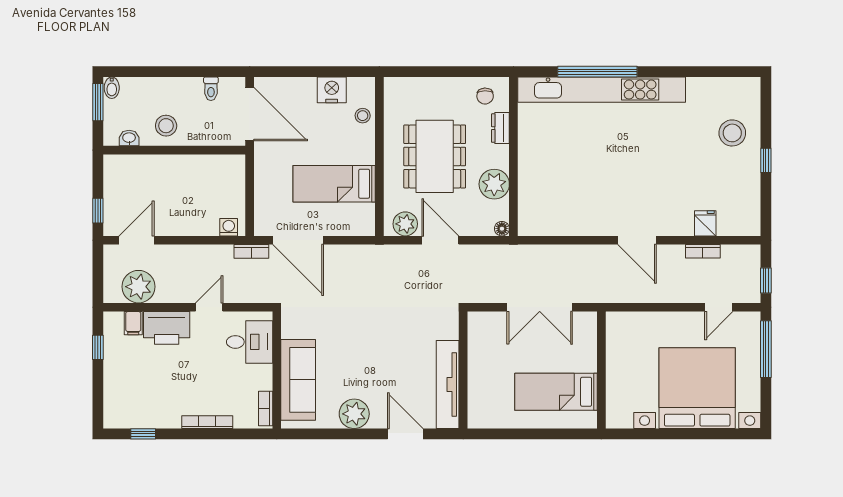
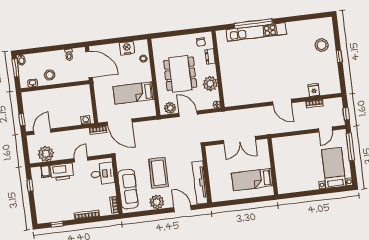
kitchen unit: (602, 90) -> (256, 32), width x0.73
coffee table: (365, 354) -> (159, 173), added
bed with nightstands: (697, 388) -> (334, 168), width x0.54

